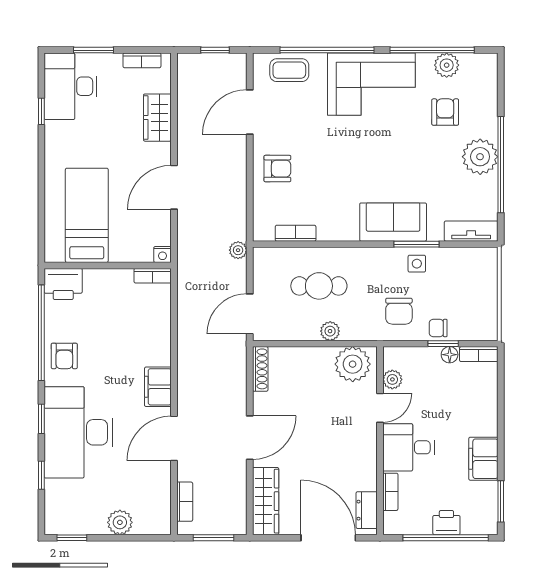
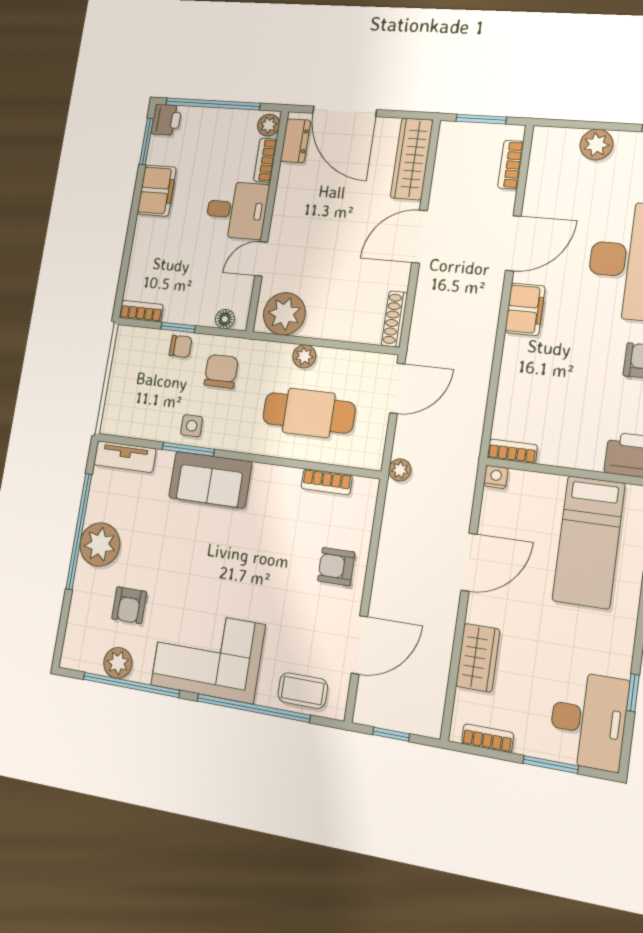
cafe table: (319, 286) -> (309, 413), width x1.37, depth x1.35
floor lamp: (450, 355) -> (225, 319), moved
plant: (392, 379) -> (269, 125), moved
printer: (446, 523) -> (166, 120), moved, turned -90

